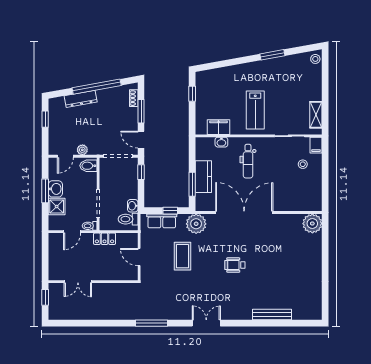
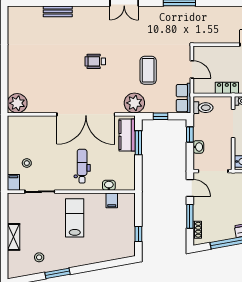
stool: (315, 59) -> (39, 257), moved
shelving: (316, 115) -> (13, 237), moved
filing cabinet: (219, 127) -> (112, 200), width x0.50
window: (141, 172) -> (190, 135), moved
kitchen counter: (203, 177) -> (127, 135), moved
washbasin: (133, 206) -> (198, 147), moved
row of seats: (162, 221) -> (183, 98), moved, turned -90
wheelchair: (235, 265) -> (95, 61), turned 180
bench: (272, 314) -> (58, 11), width x0.73

